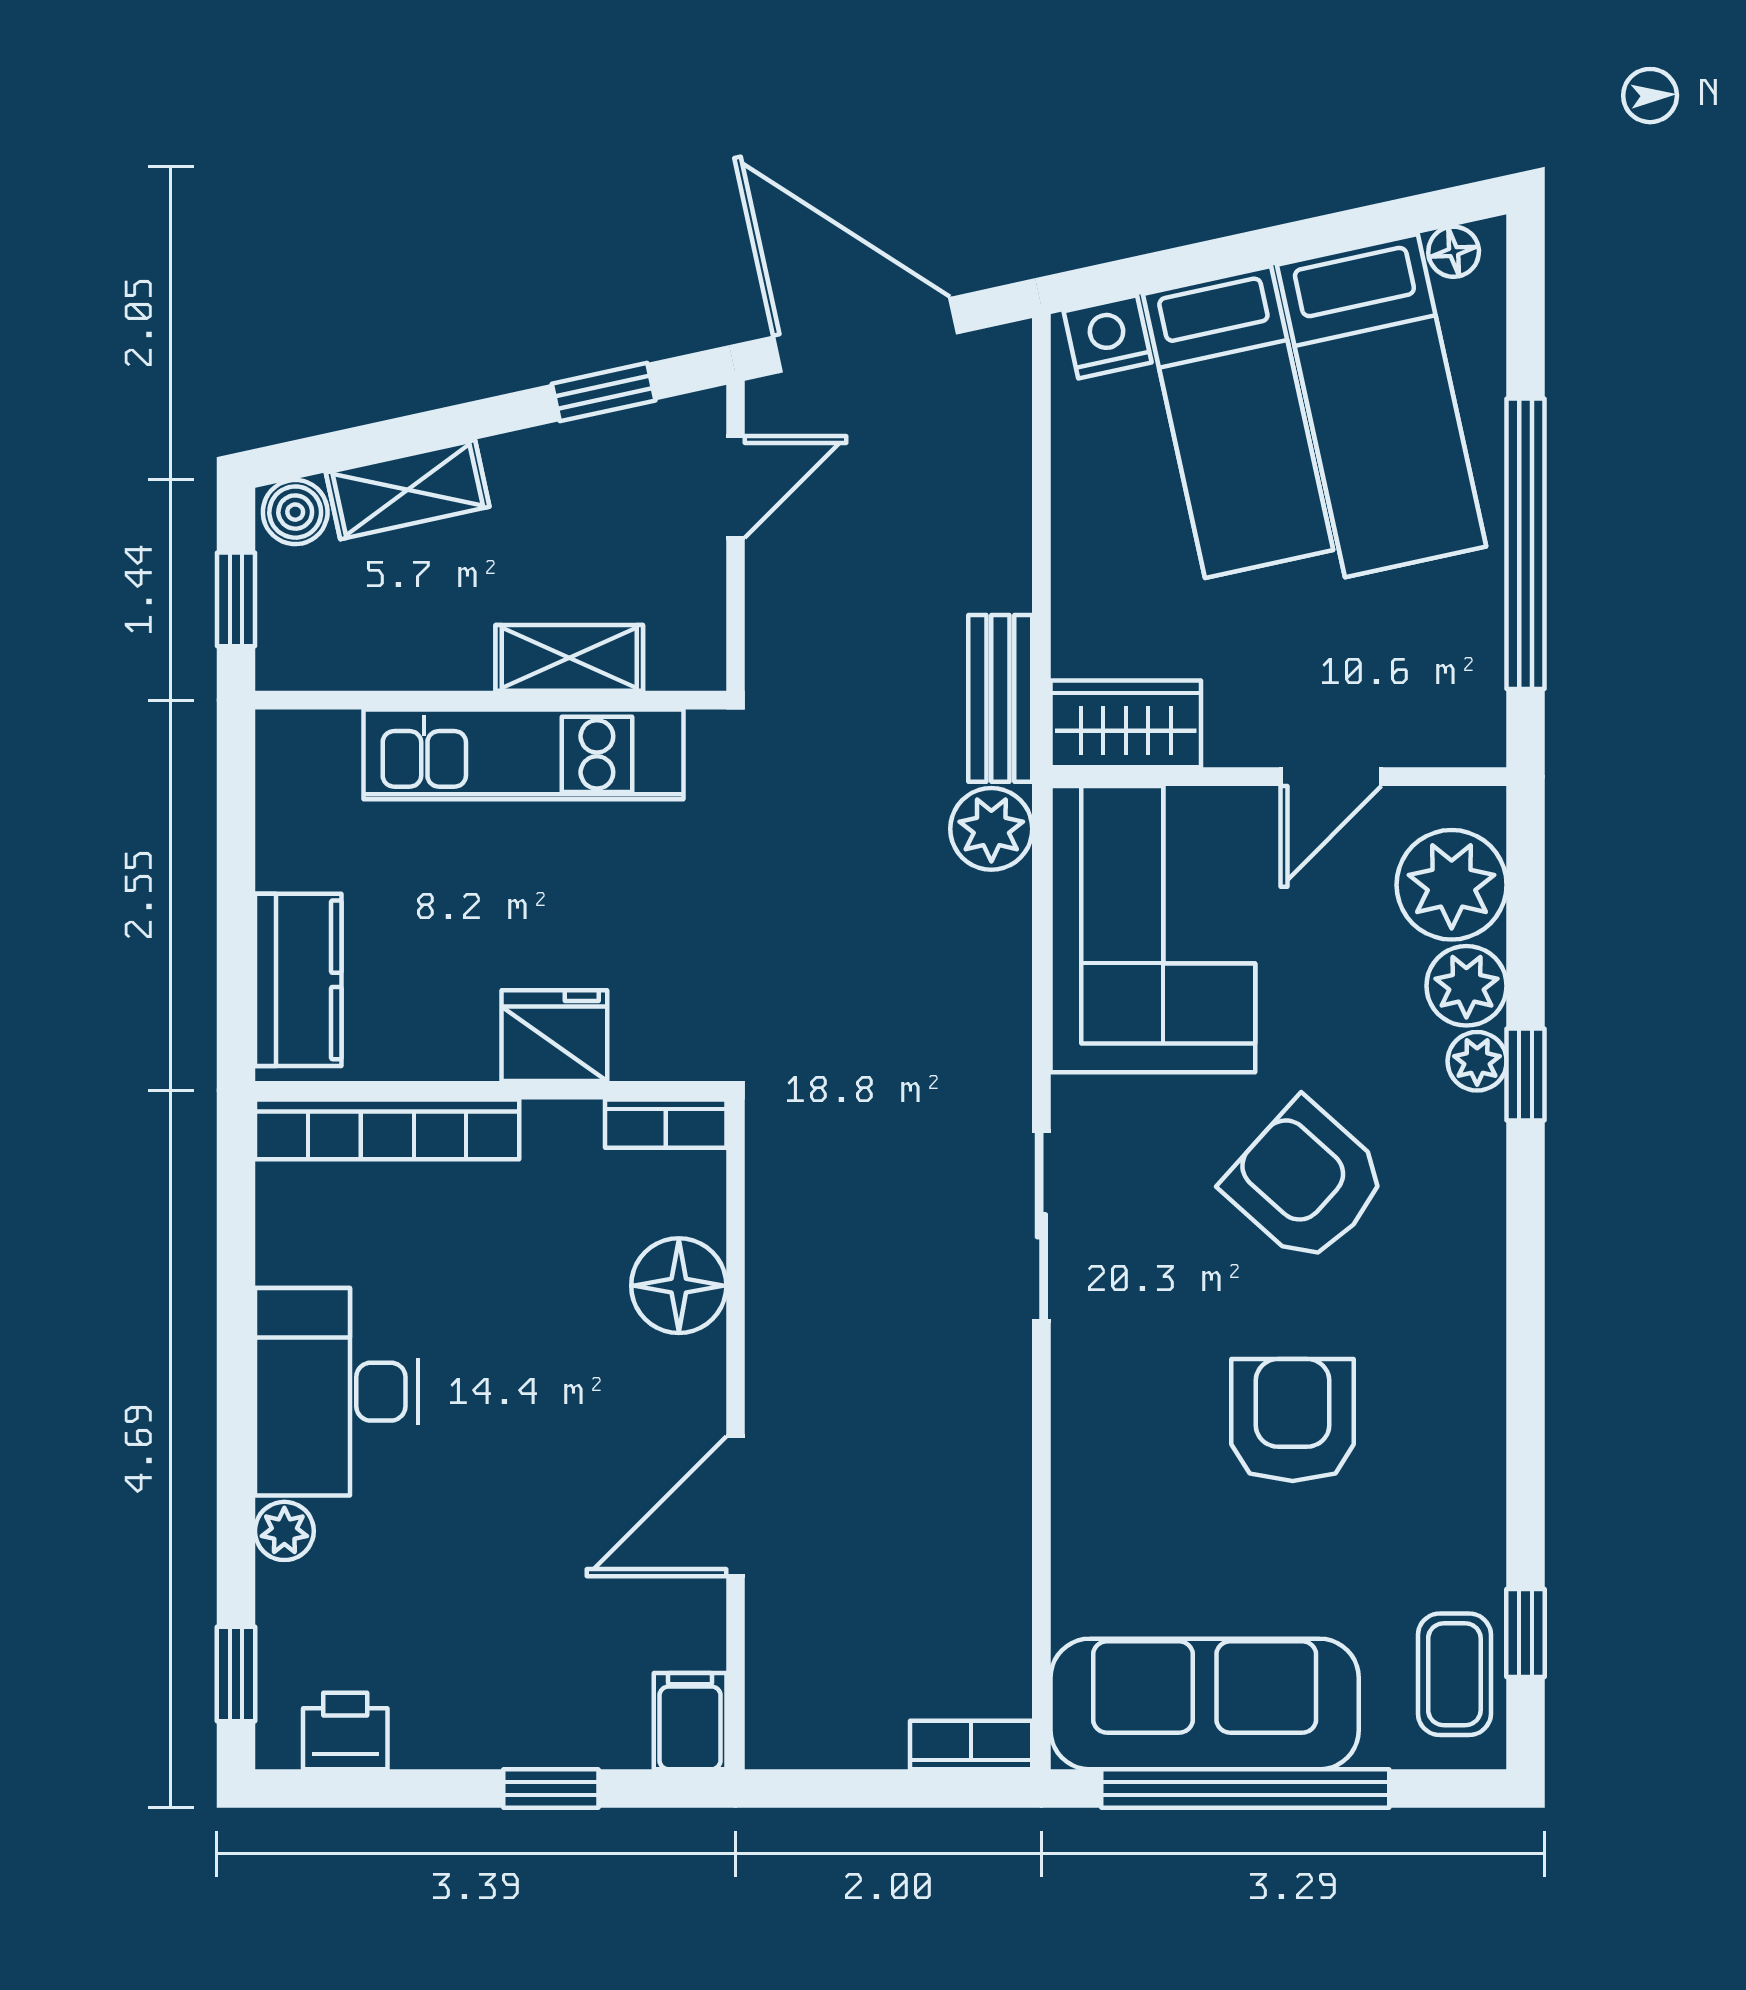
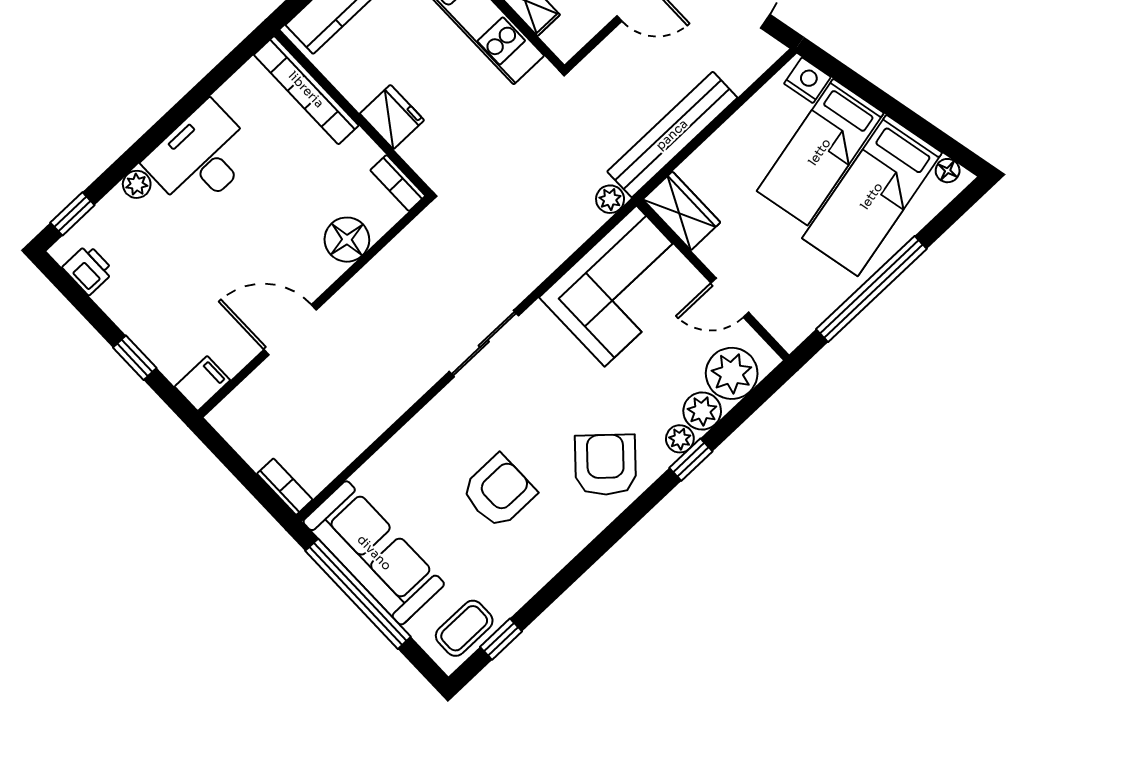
bench: (1000, 698) -> (672, 135), width x1.86, depth x1.21
plant: (991, 829) -> (610, 199), width x0.73, depth x0.73
armchair: (1306, 1182) -> (606, 465), moved

